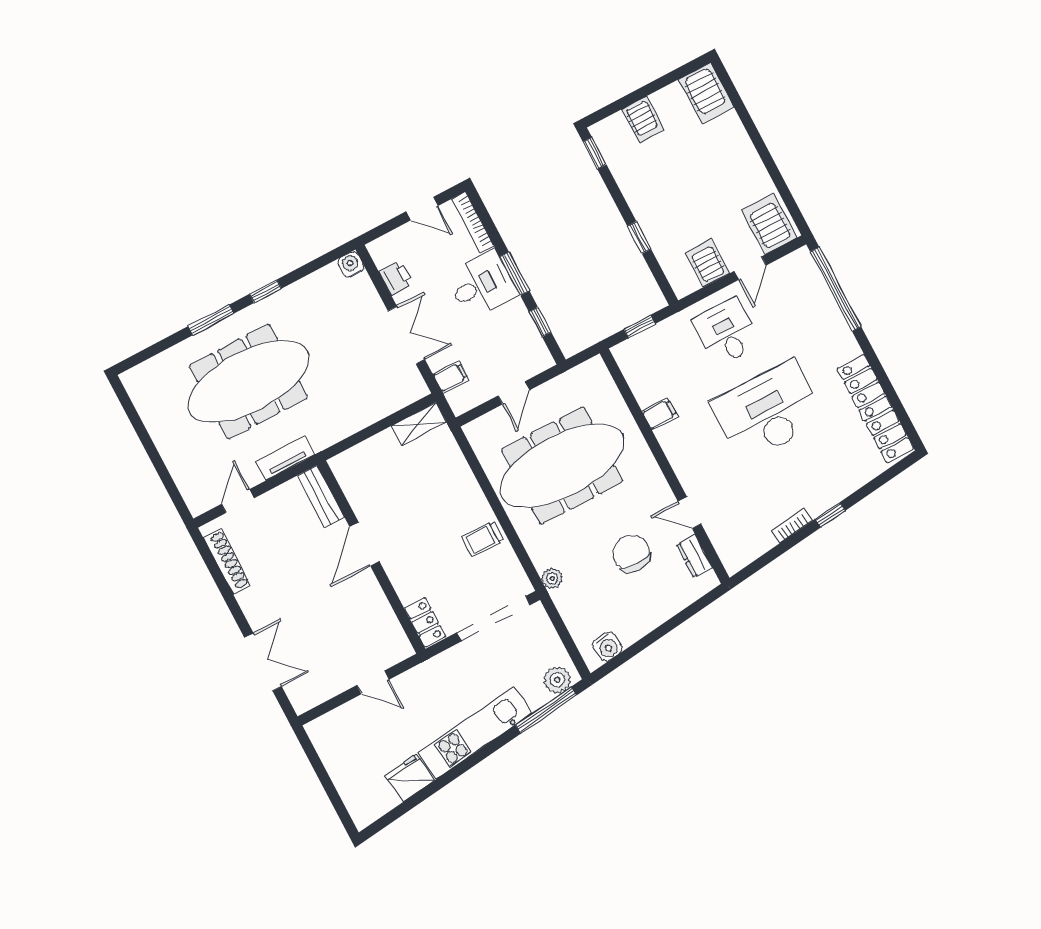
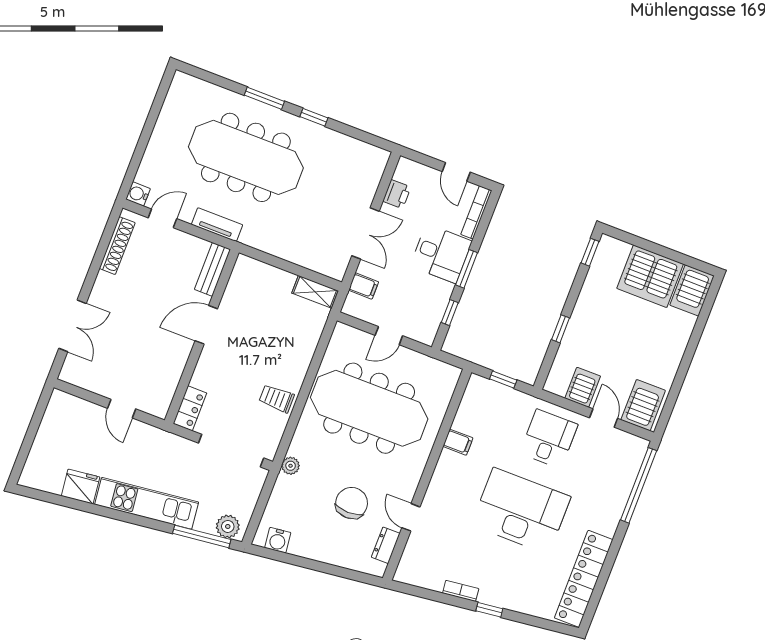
server rack: (643, 119) -> (650, 276), width x2.18, depth x1.44
water cooler: (351, 265) -> (138, 194), moved, turned -90
door: (750, 268) -> (604, 418), swing flipped

